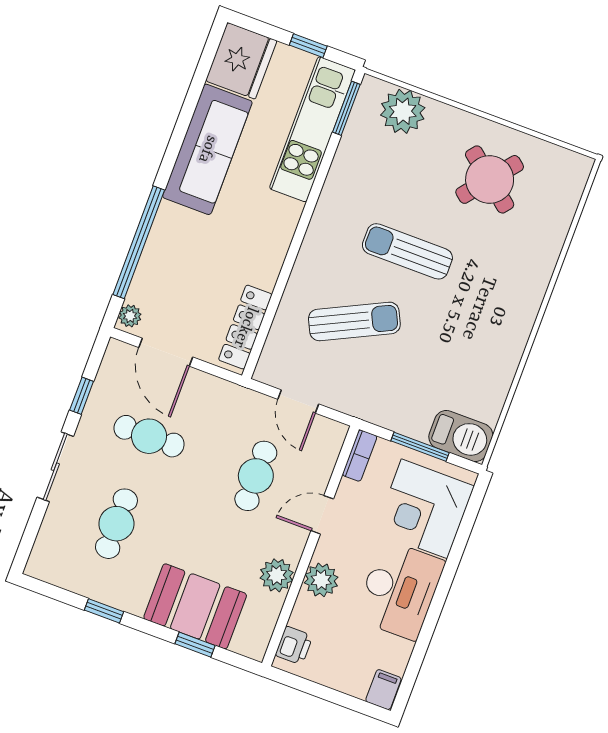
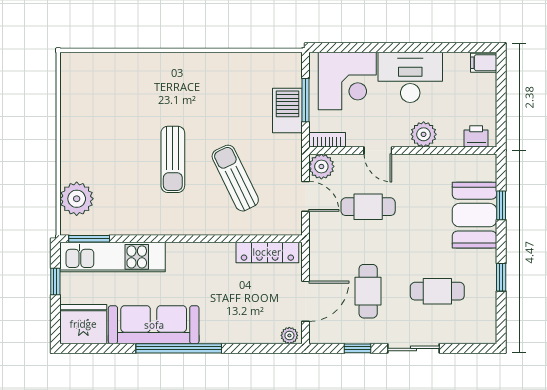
round table: (490, 179) -> (102, 121), removed
window: (139, 242) -> (179, 348), moved
door: (298, 402) -> (305, 196), hinge flipped
barbecue: (461, 436) -> (287, 111), moved
plant: (277, 575) -> (321, 166), moved

